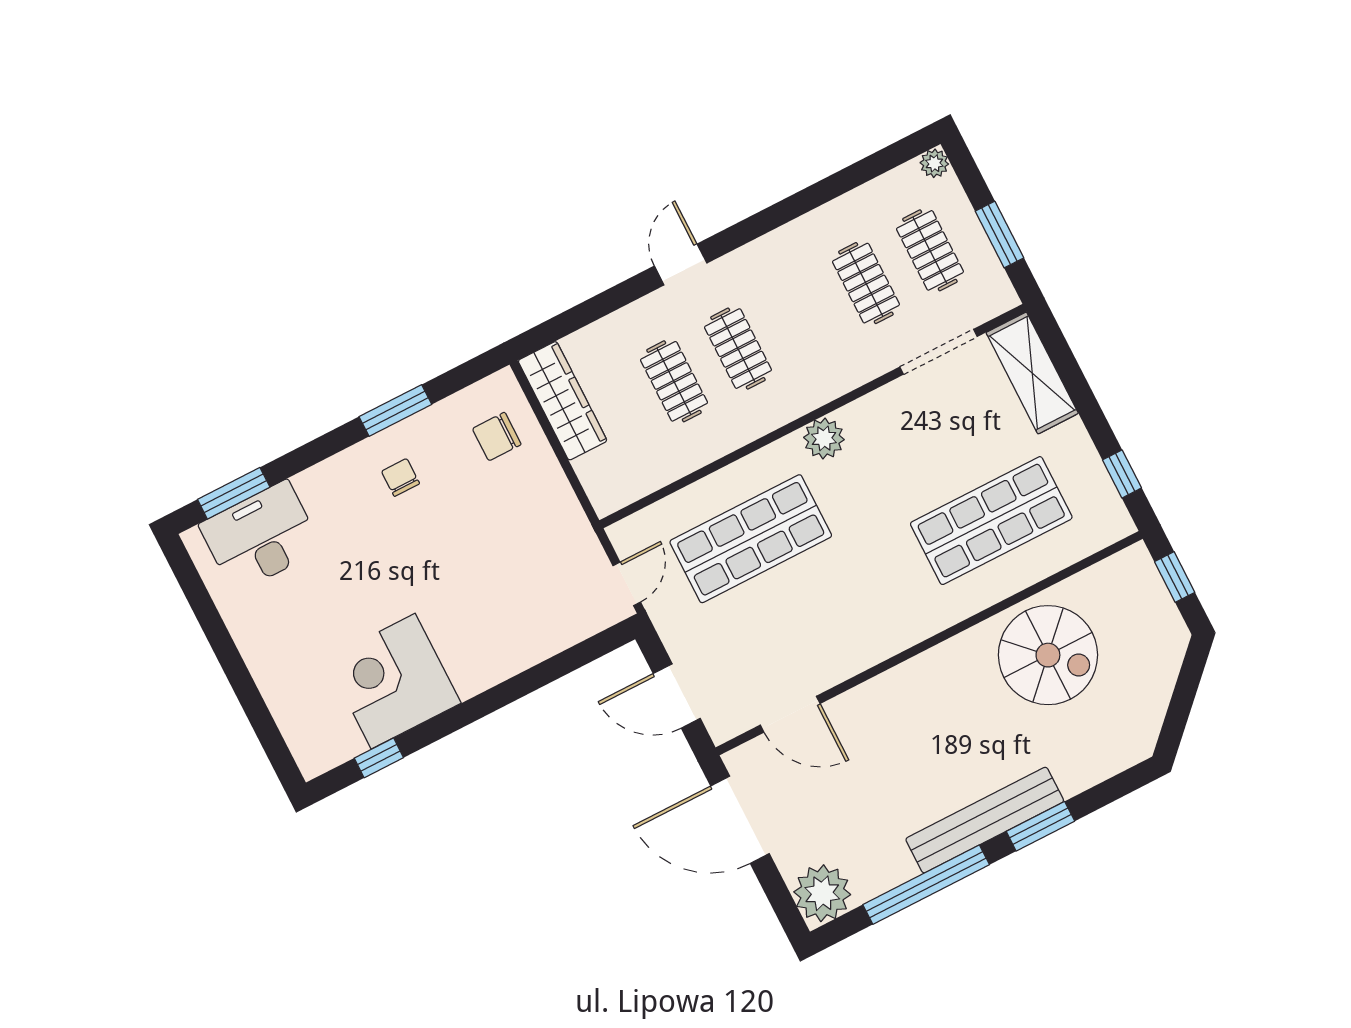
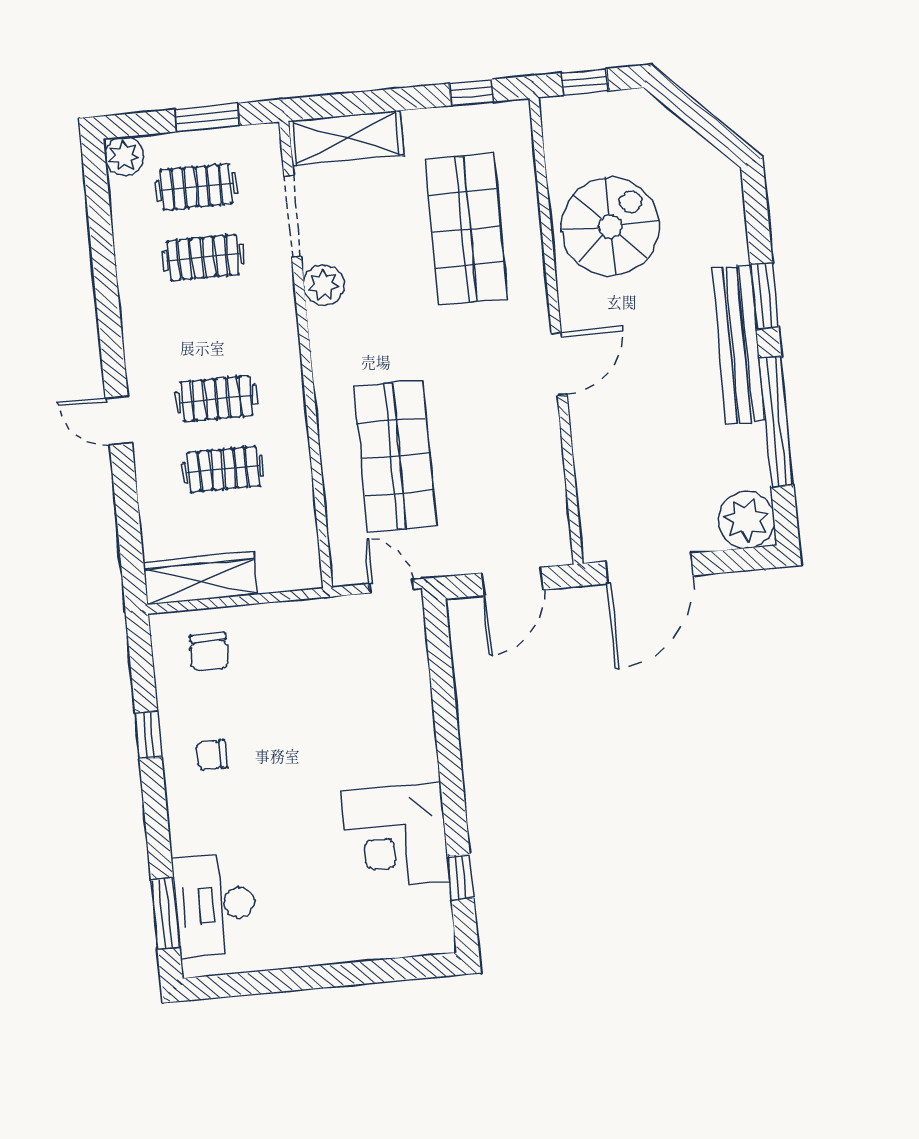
plant: (934, 163) -> (124, 156), width x1.38, depth x1.38
window: (395, 411) -> (148, 735), width x0.67
plant: (824, 438) -> (324, 285), moved
door: (790, 714) -> (559, 364), moved

